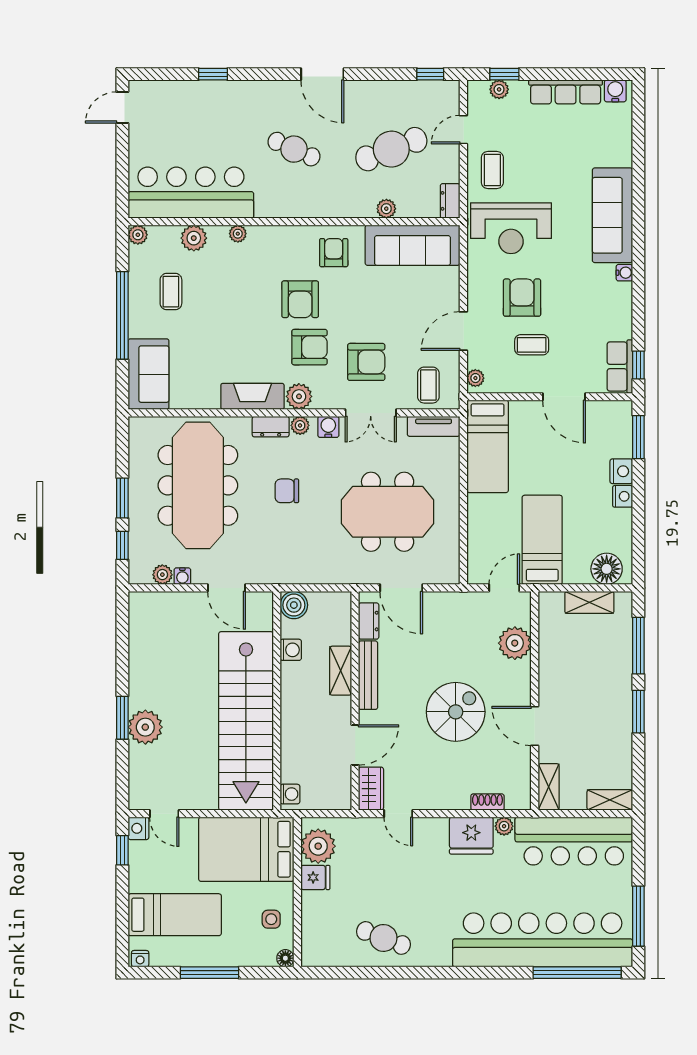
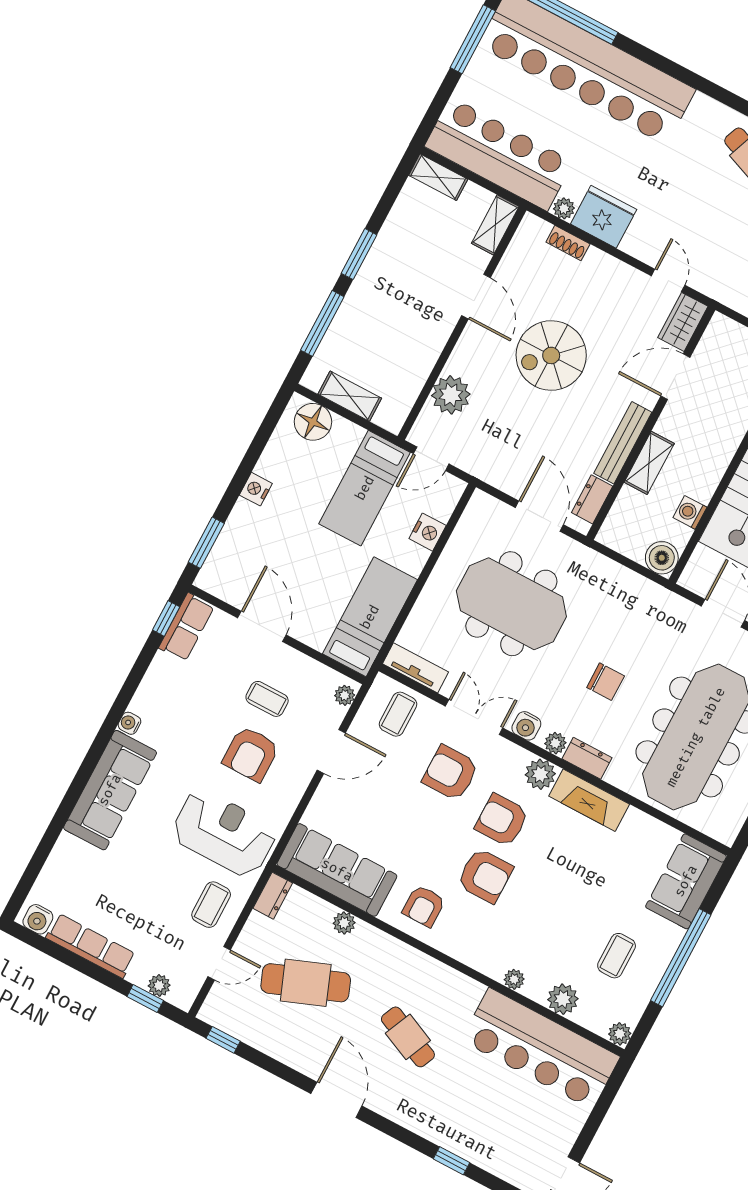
armchair: (300, 299) -> (485, 876), turned 90
nightstand: (621, 471) -> (428, 532), moved, turned 180

